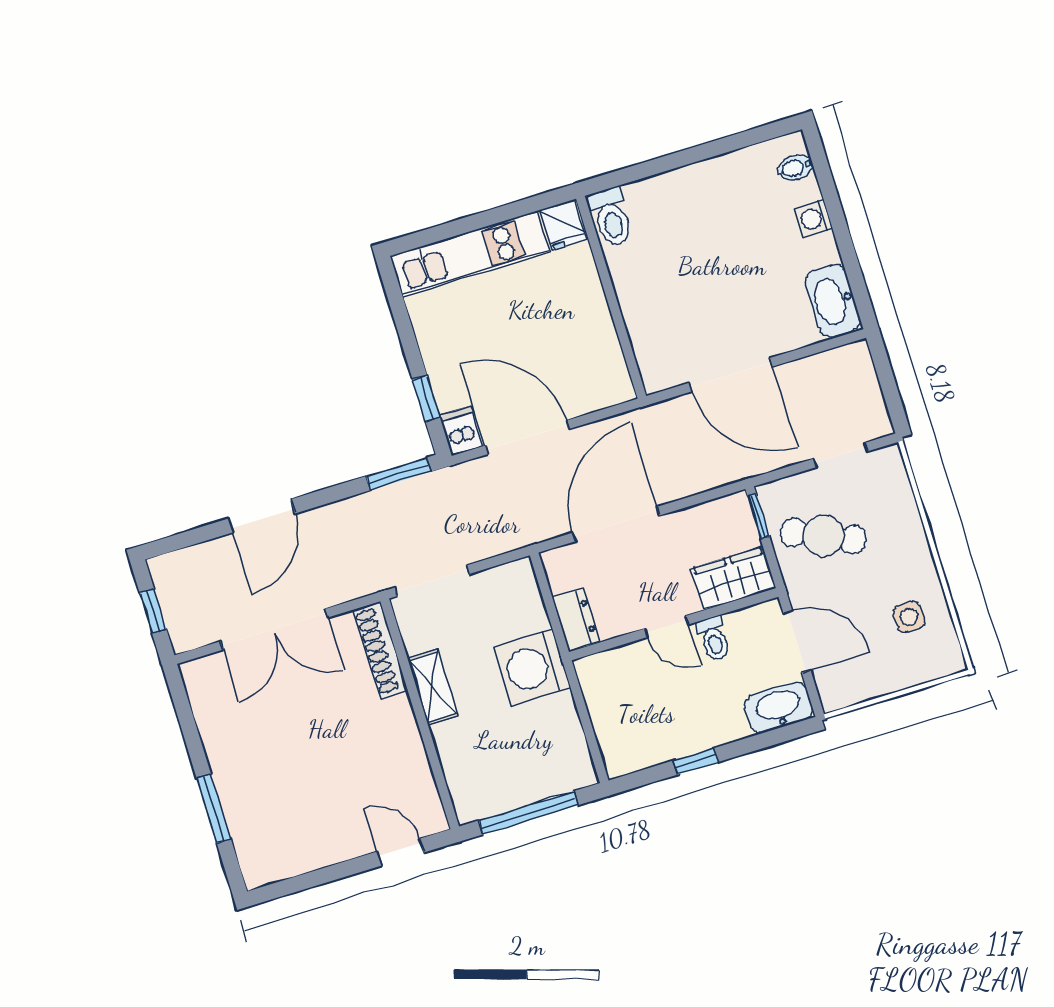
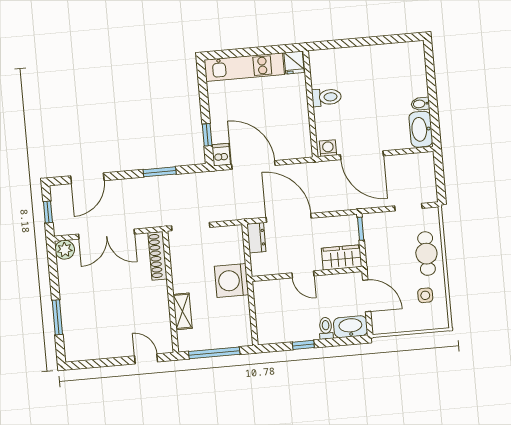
bidet: (795, 168) -> (420, 104), moved
toilet: (611, 217) -> (326, 97), moved, turned -90
washing machine: (813, 219) -> (328, 148), moved, turned 90
window: (398, 474) -> (160, 172), moved
door: (262, 516) -> (87, 178), moved
door: (616, 524) -> (289, 218), hinge flipped
cafe table: (823, 536) -> (426, 254), moved, turned 66
dresser: (576, 620) -> (256, 238), moved
toilet: (714, 639) -> (326, 328), moved, turned 180
plant: (200, 676) -> (65, 250), added
shelving: (432, 687) -> (182, 311), moved

